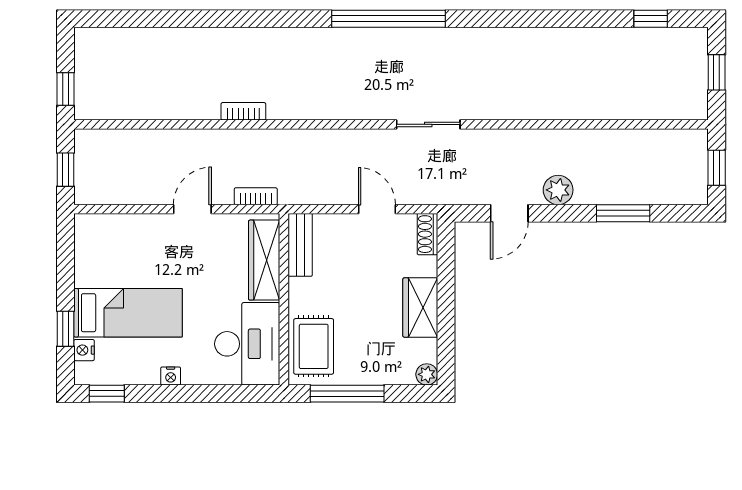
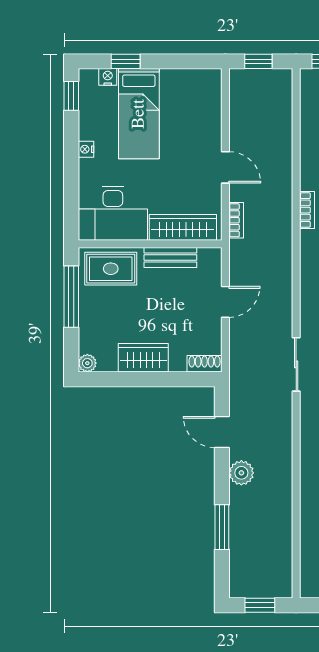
door: (377, 209) -> (225, 302), moved
bench: (300, 245) -> (170, 257), moved

